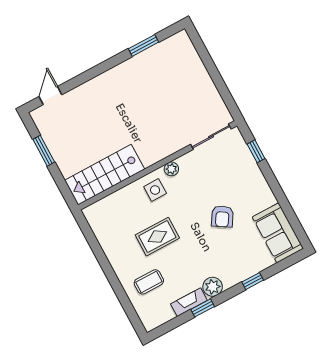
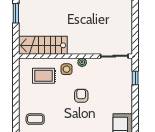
armchair: (222, 216) -> (81, 96), moved, turned 148
rug: (157, 237) -> (44, 76), moved

